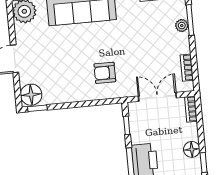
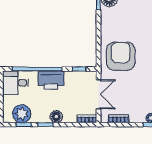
armchair: (105, 73) -> (121, 56), width x1.88, depth x1.88

